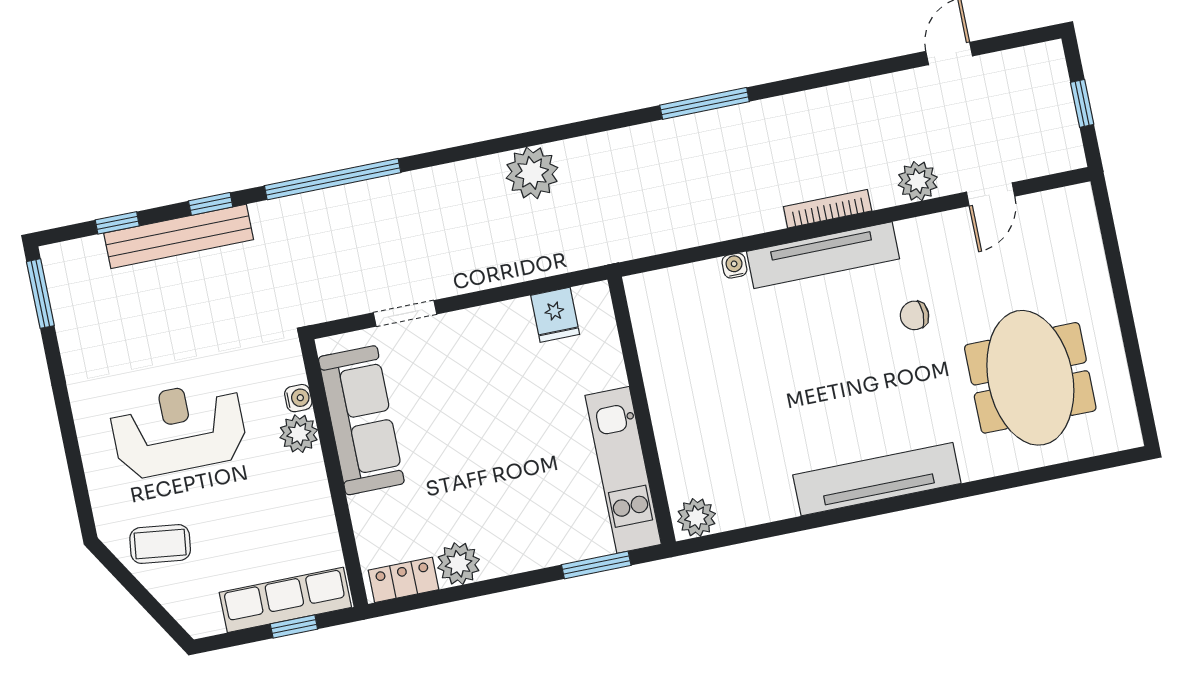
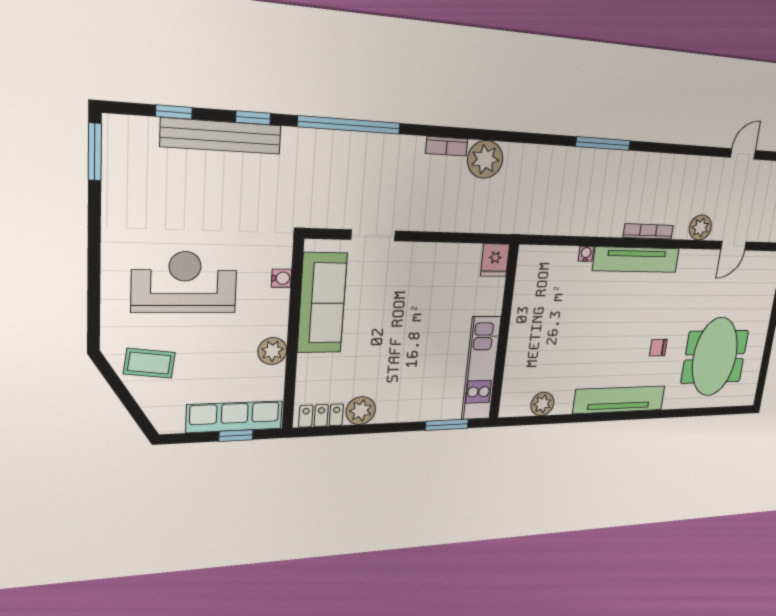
bookcase: (471, 170) -> (447, 146), added
fridge: (555, 315) -> (495, 260), moved
chair: (914, 315) -> (658, 348), moved
plant: (299, 434) -> (272, 351), moved
plant: (697, 517) -> (542, 404), moved

